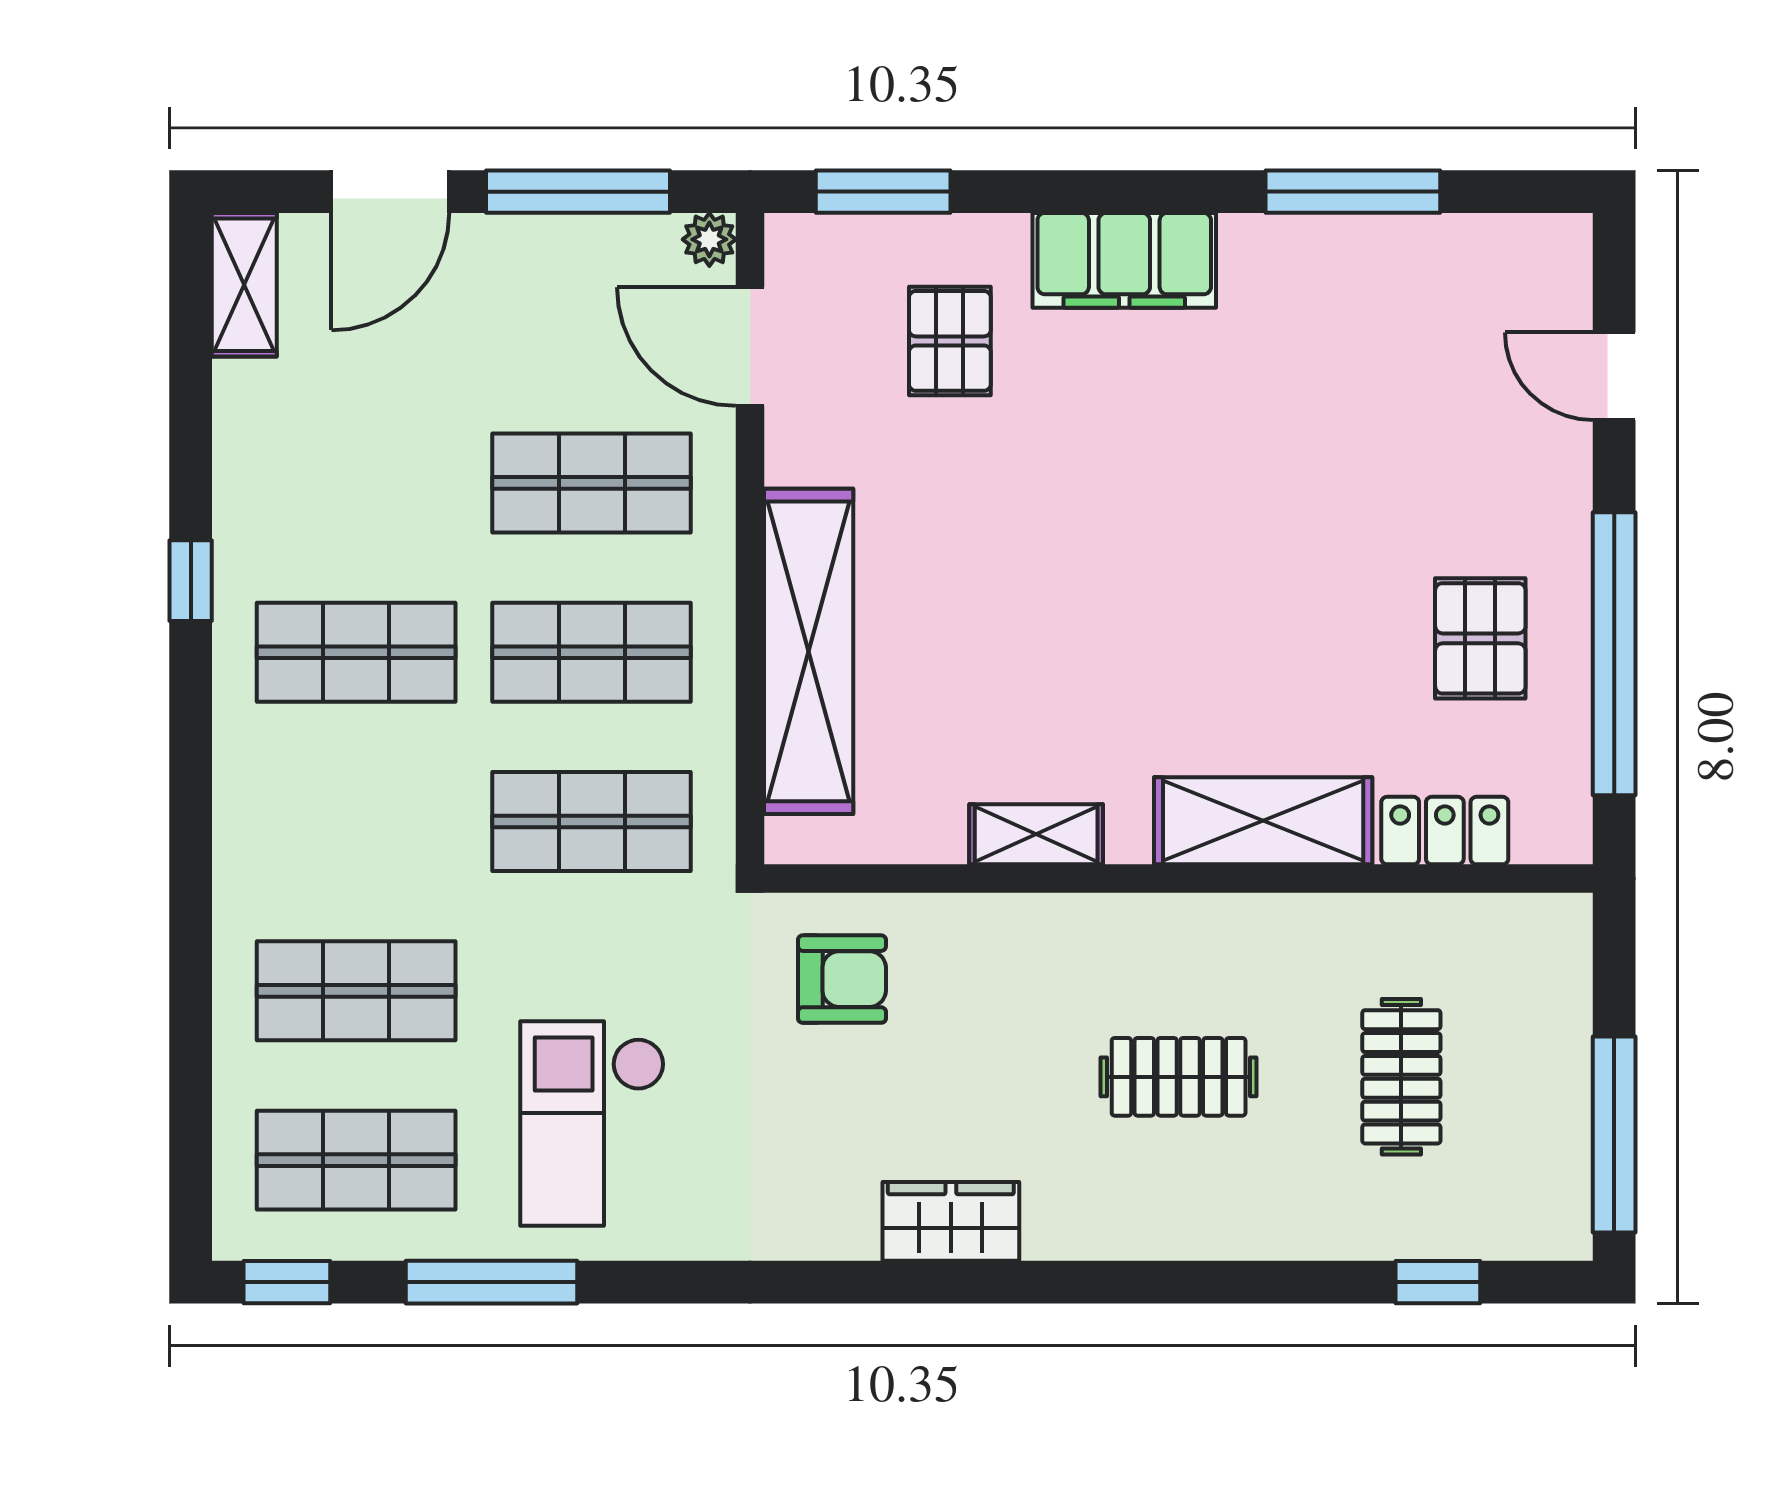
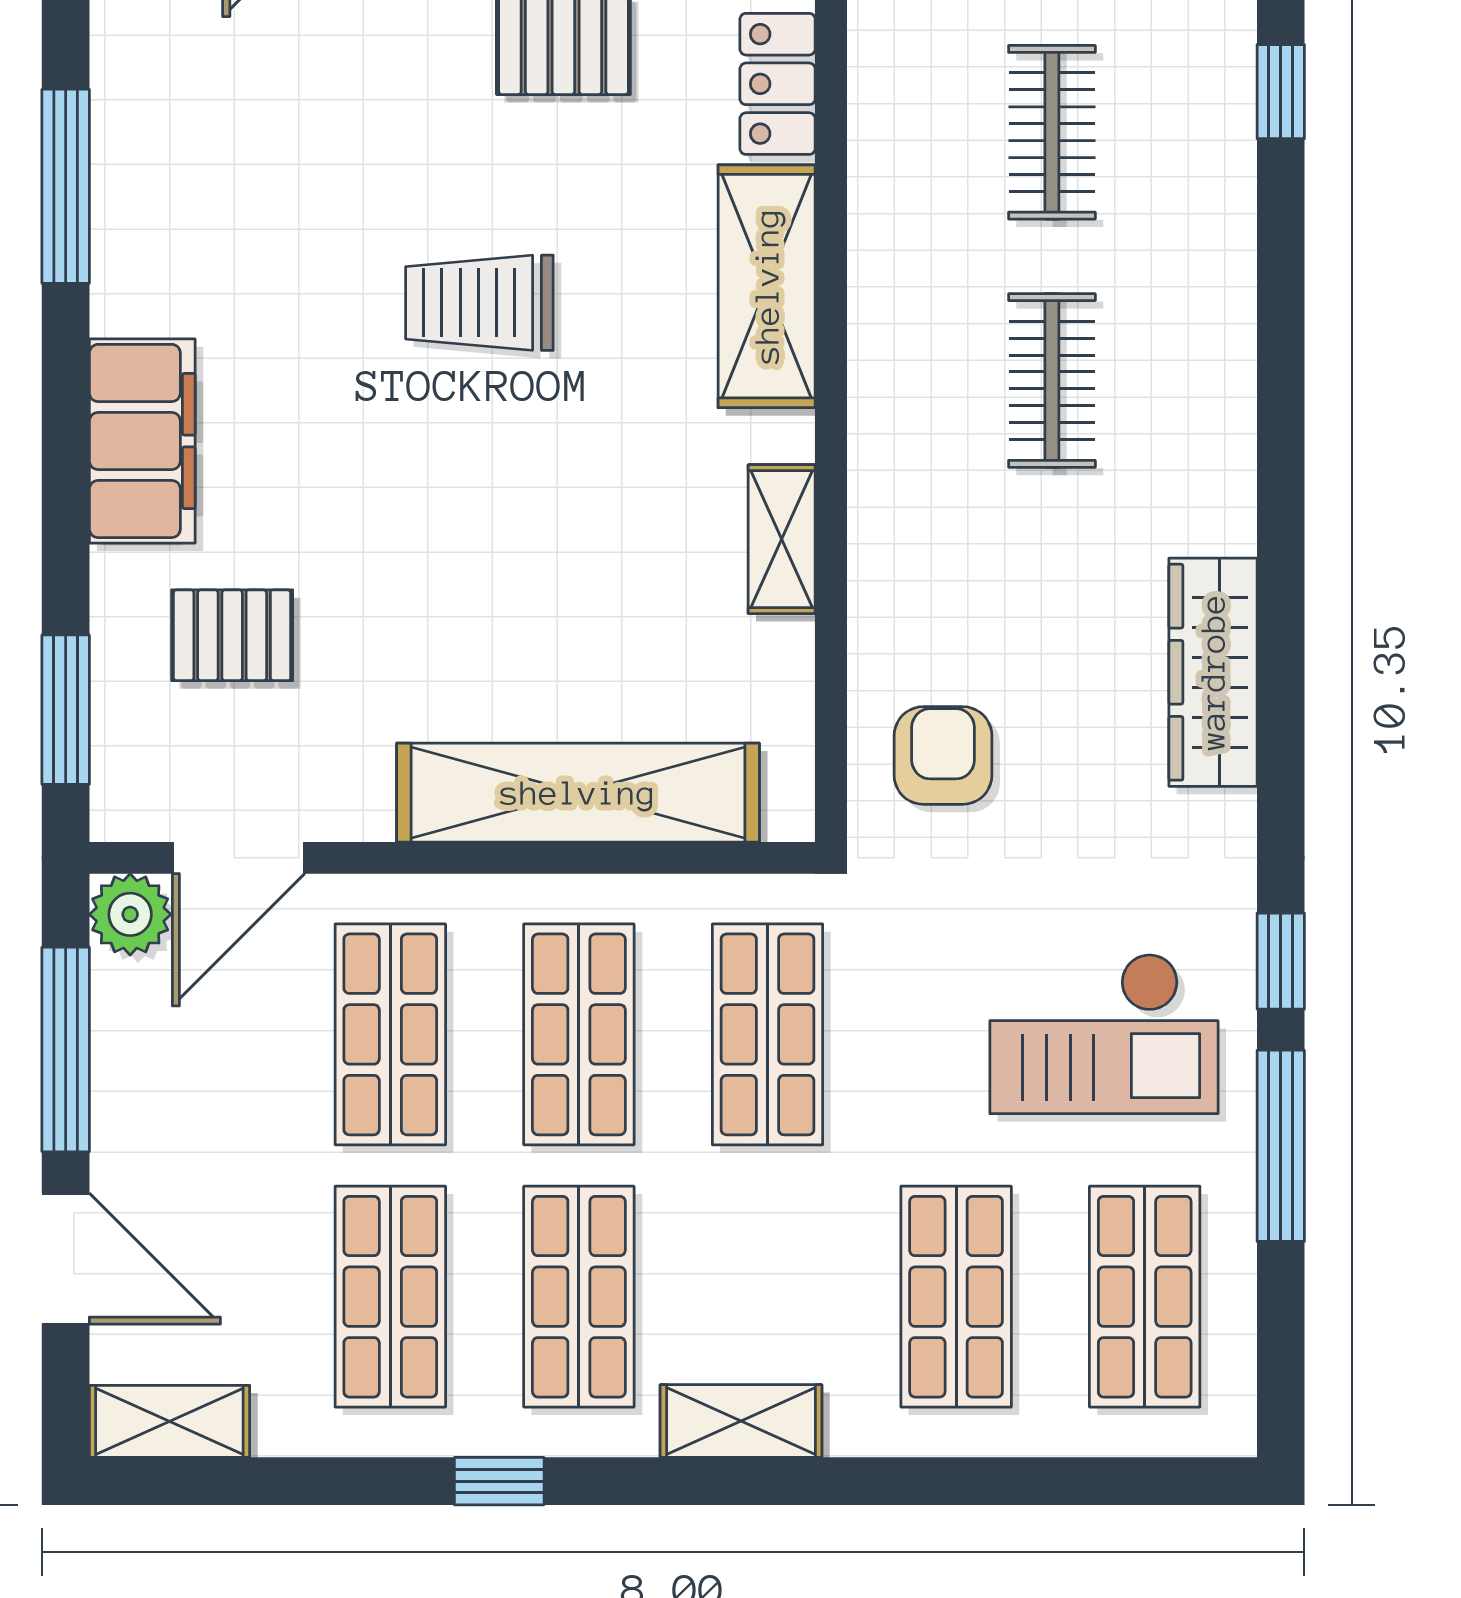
plant: (709, 239) -> (130, 914), width x1.38, depth x1.38
shop shelf: (356, 483) -> (390, 1297), added
trolley: (1248, 563) -> (479, 303), added
shelving: (244, 798) -> (741, 1421), added
clothes rail: (1401, 1077) -> (1052, 132), turned 90
wardrobe: (951, 1221) -> (1213, 672), width x1.50
window: (287, 1282) -> (1281, 961), moved

